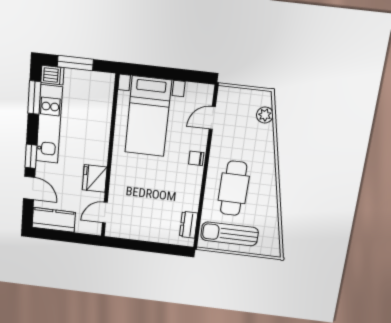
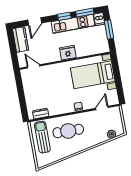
door: (212, 118) -> (102, 108), hinge flipped
window: (31, 156) -> (64, 16), moved
fridge: (95, 178) -> (68, 53), moved

